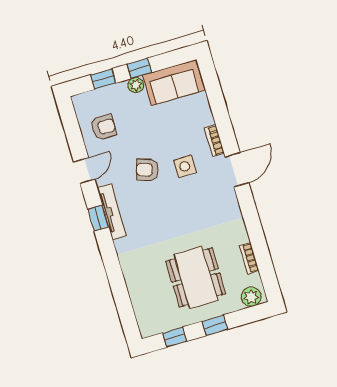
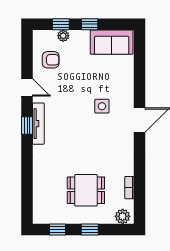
plant: (136, 85) -> (63, 36), moved
bookcase: (214, 141) -> (129, 94), removed
armchair: (147, 170) -> (74, 101), removed
door: (84, 171) -> (27, 87), hinge flipped
dining table: (196, 277) -> (86, 190), width x0.73

